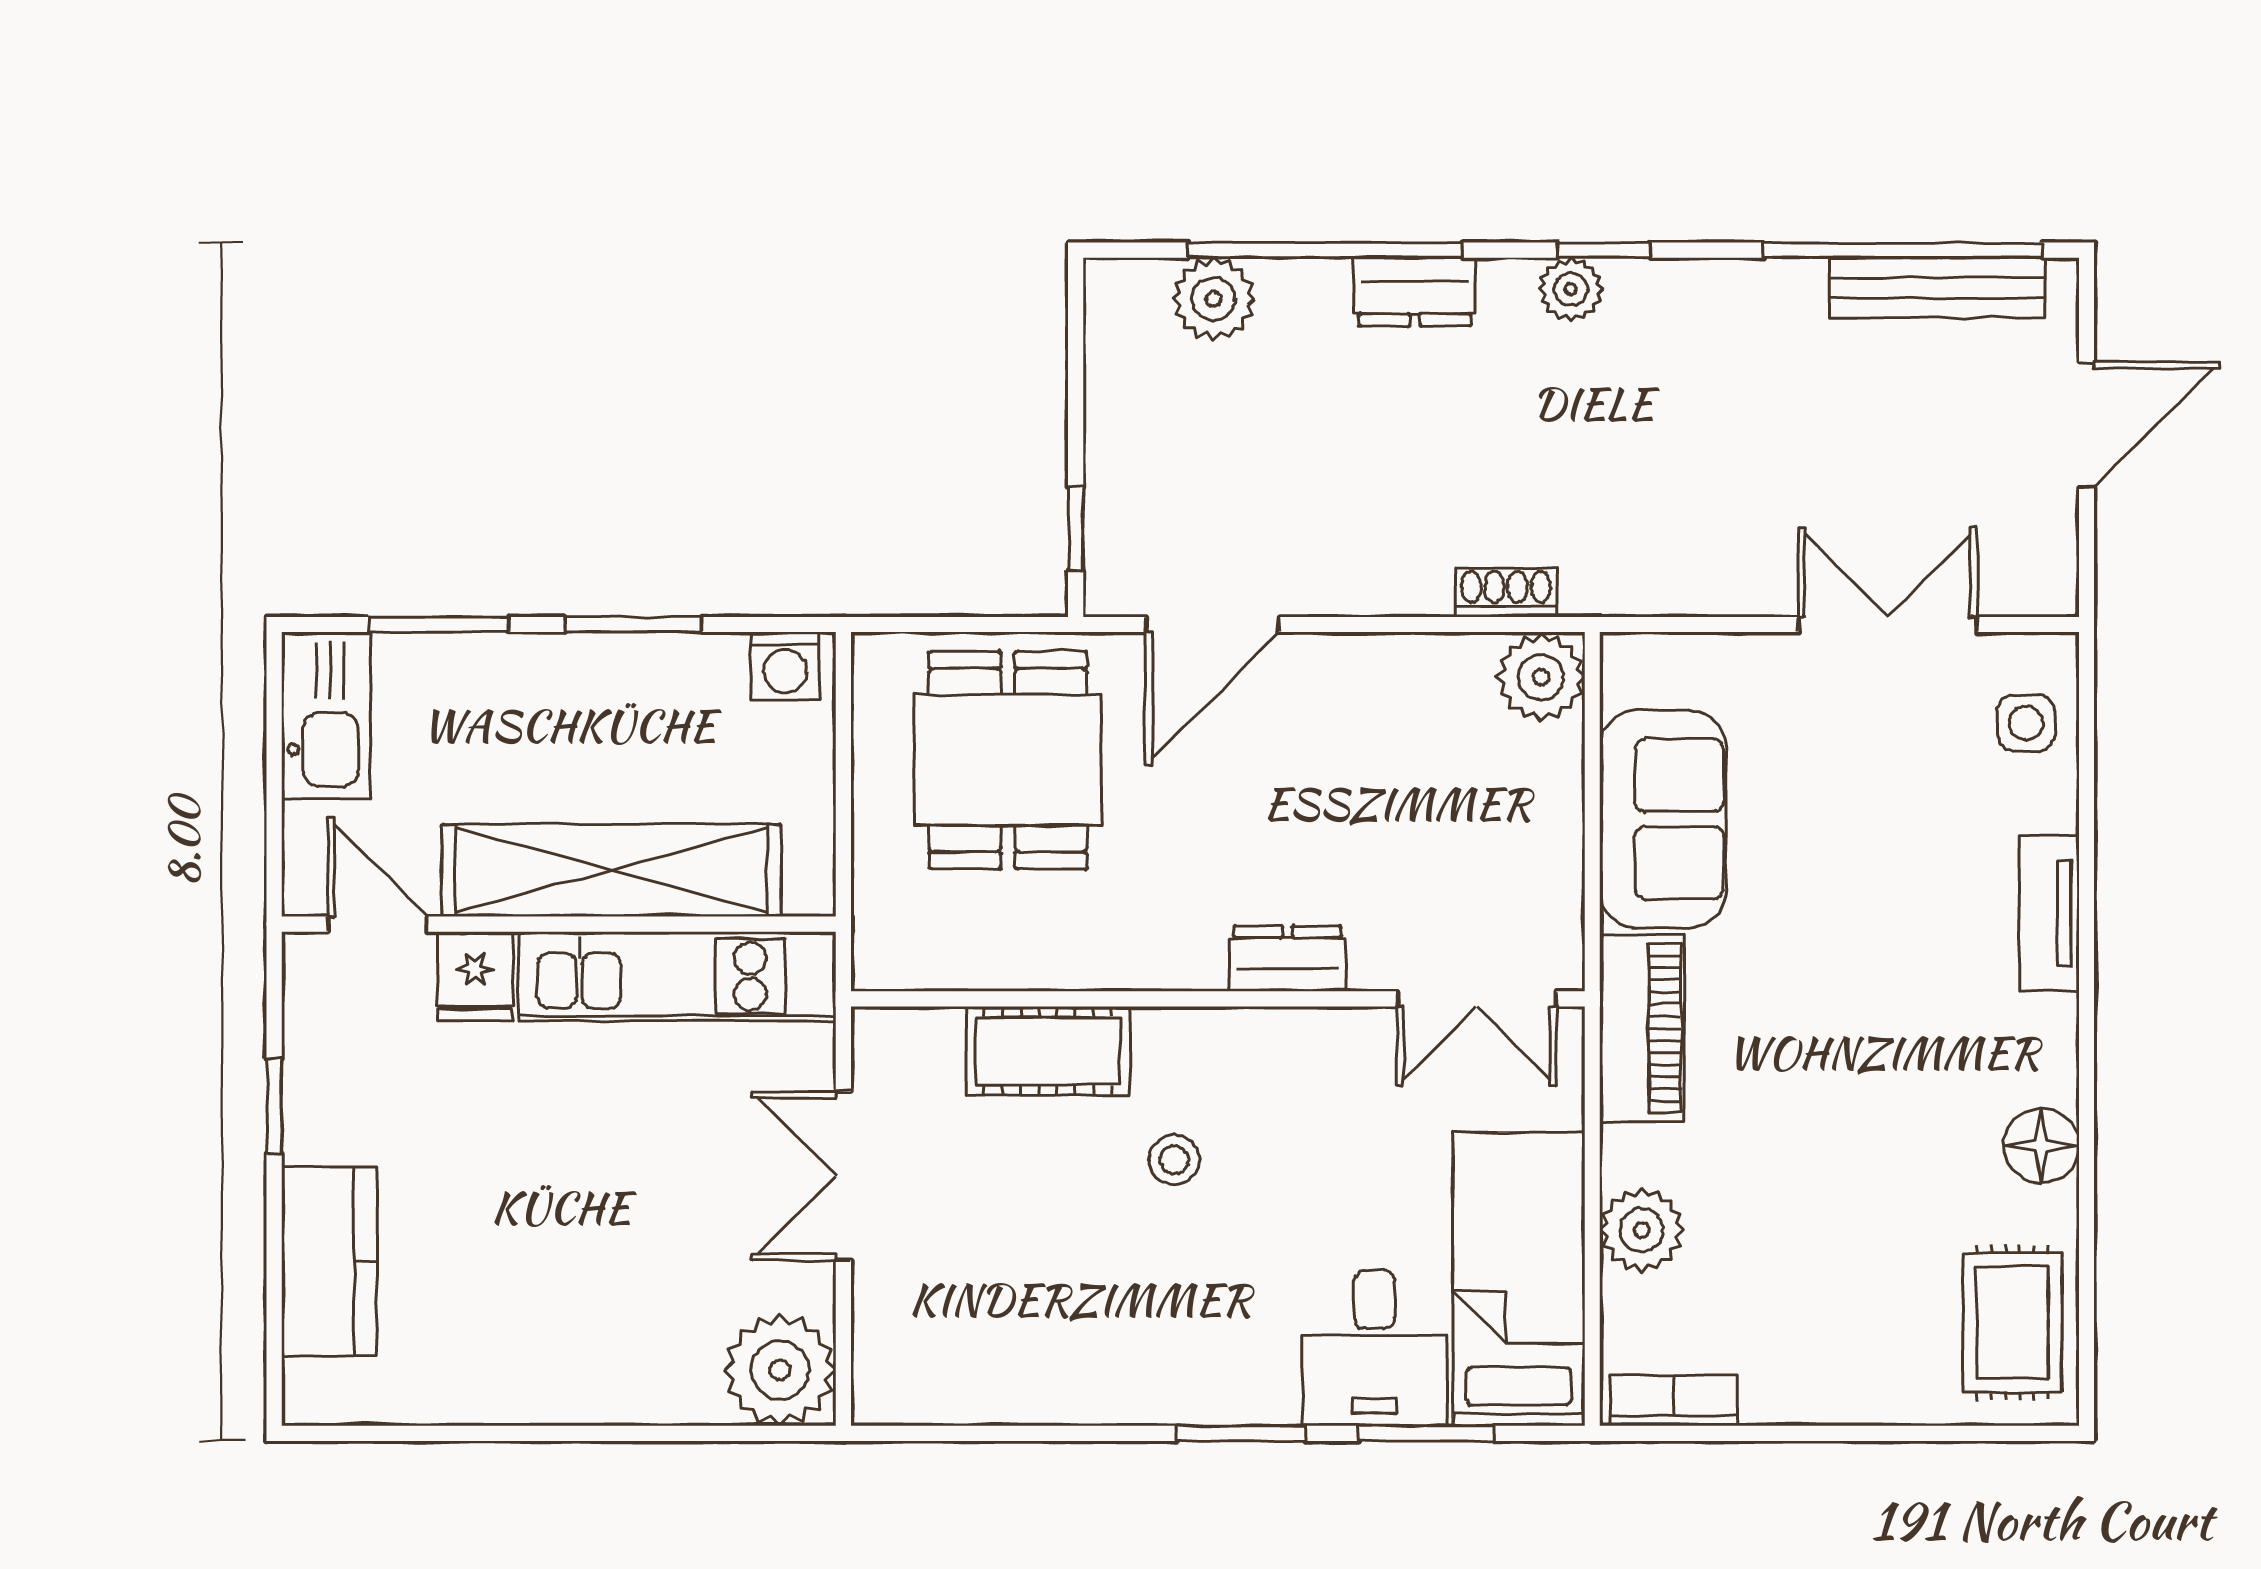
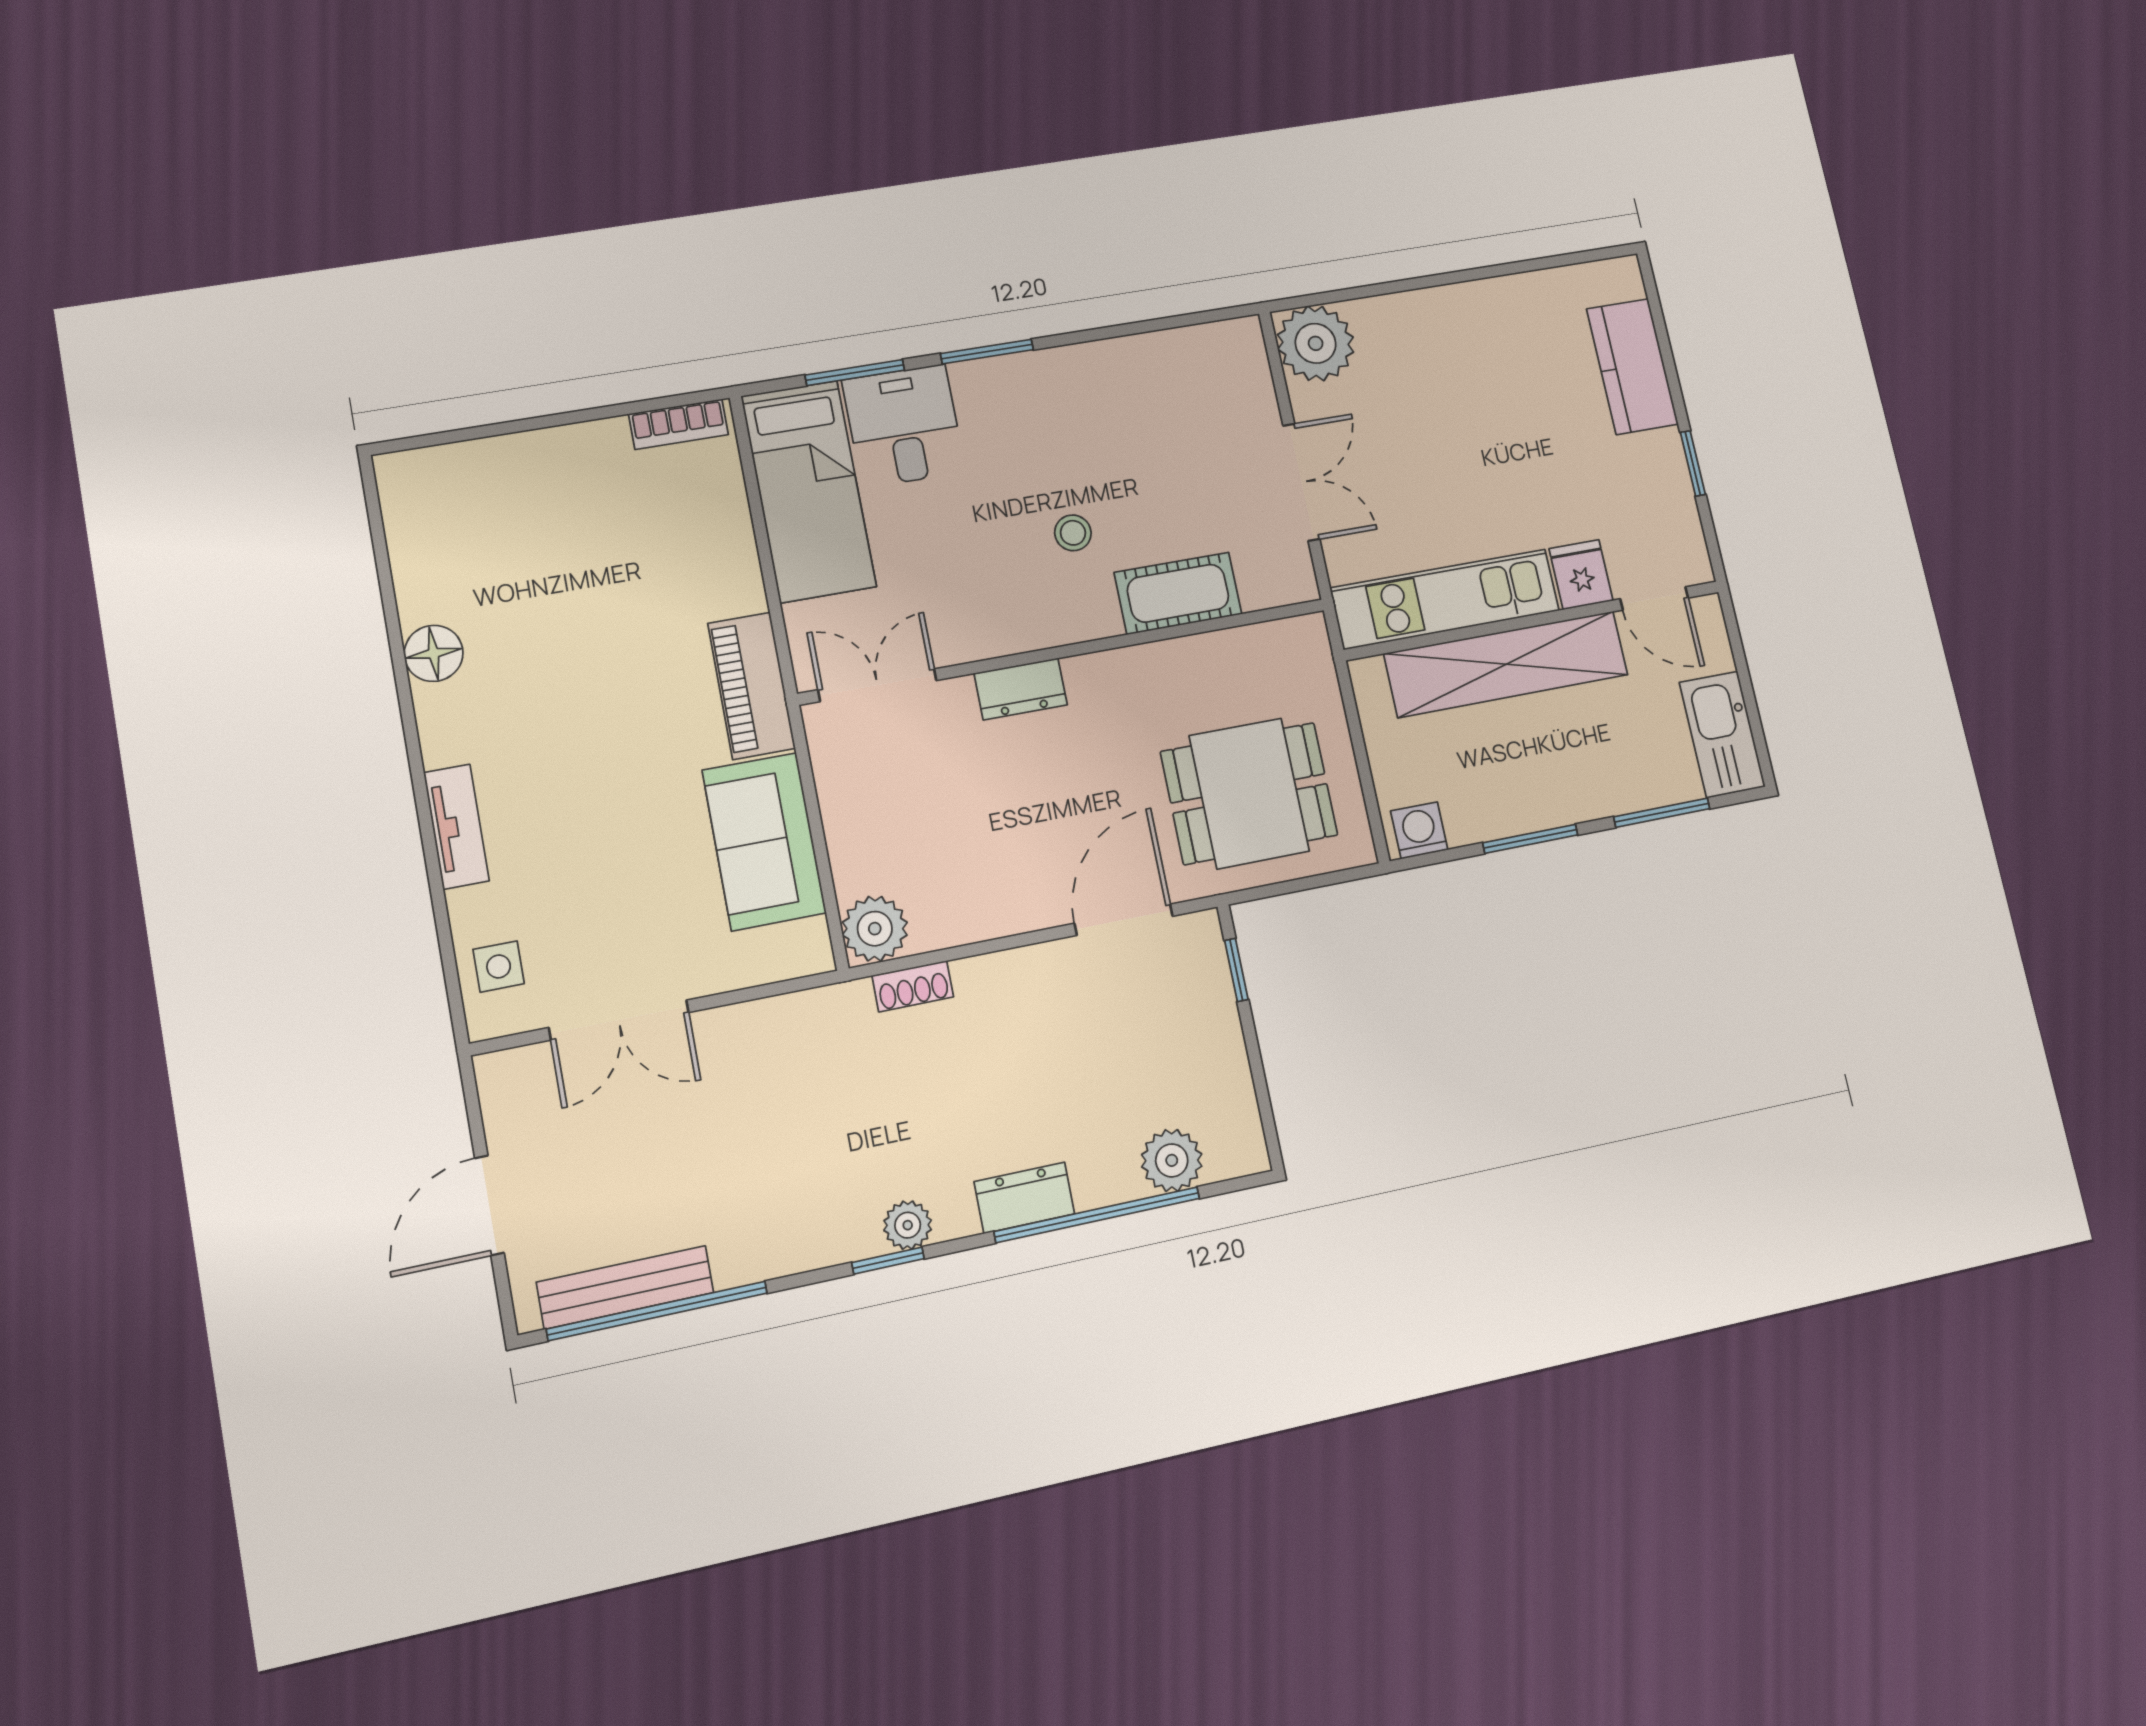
dining table: (1008, 760) -> (1249, 793), turned 90
plant: (1642, 1230) -> (725, 541), removed
rug: (2012, 1323) -> (434, 521), removed

